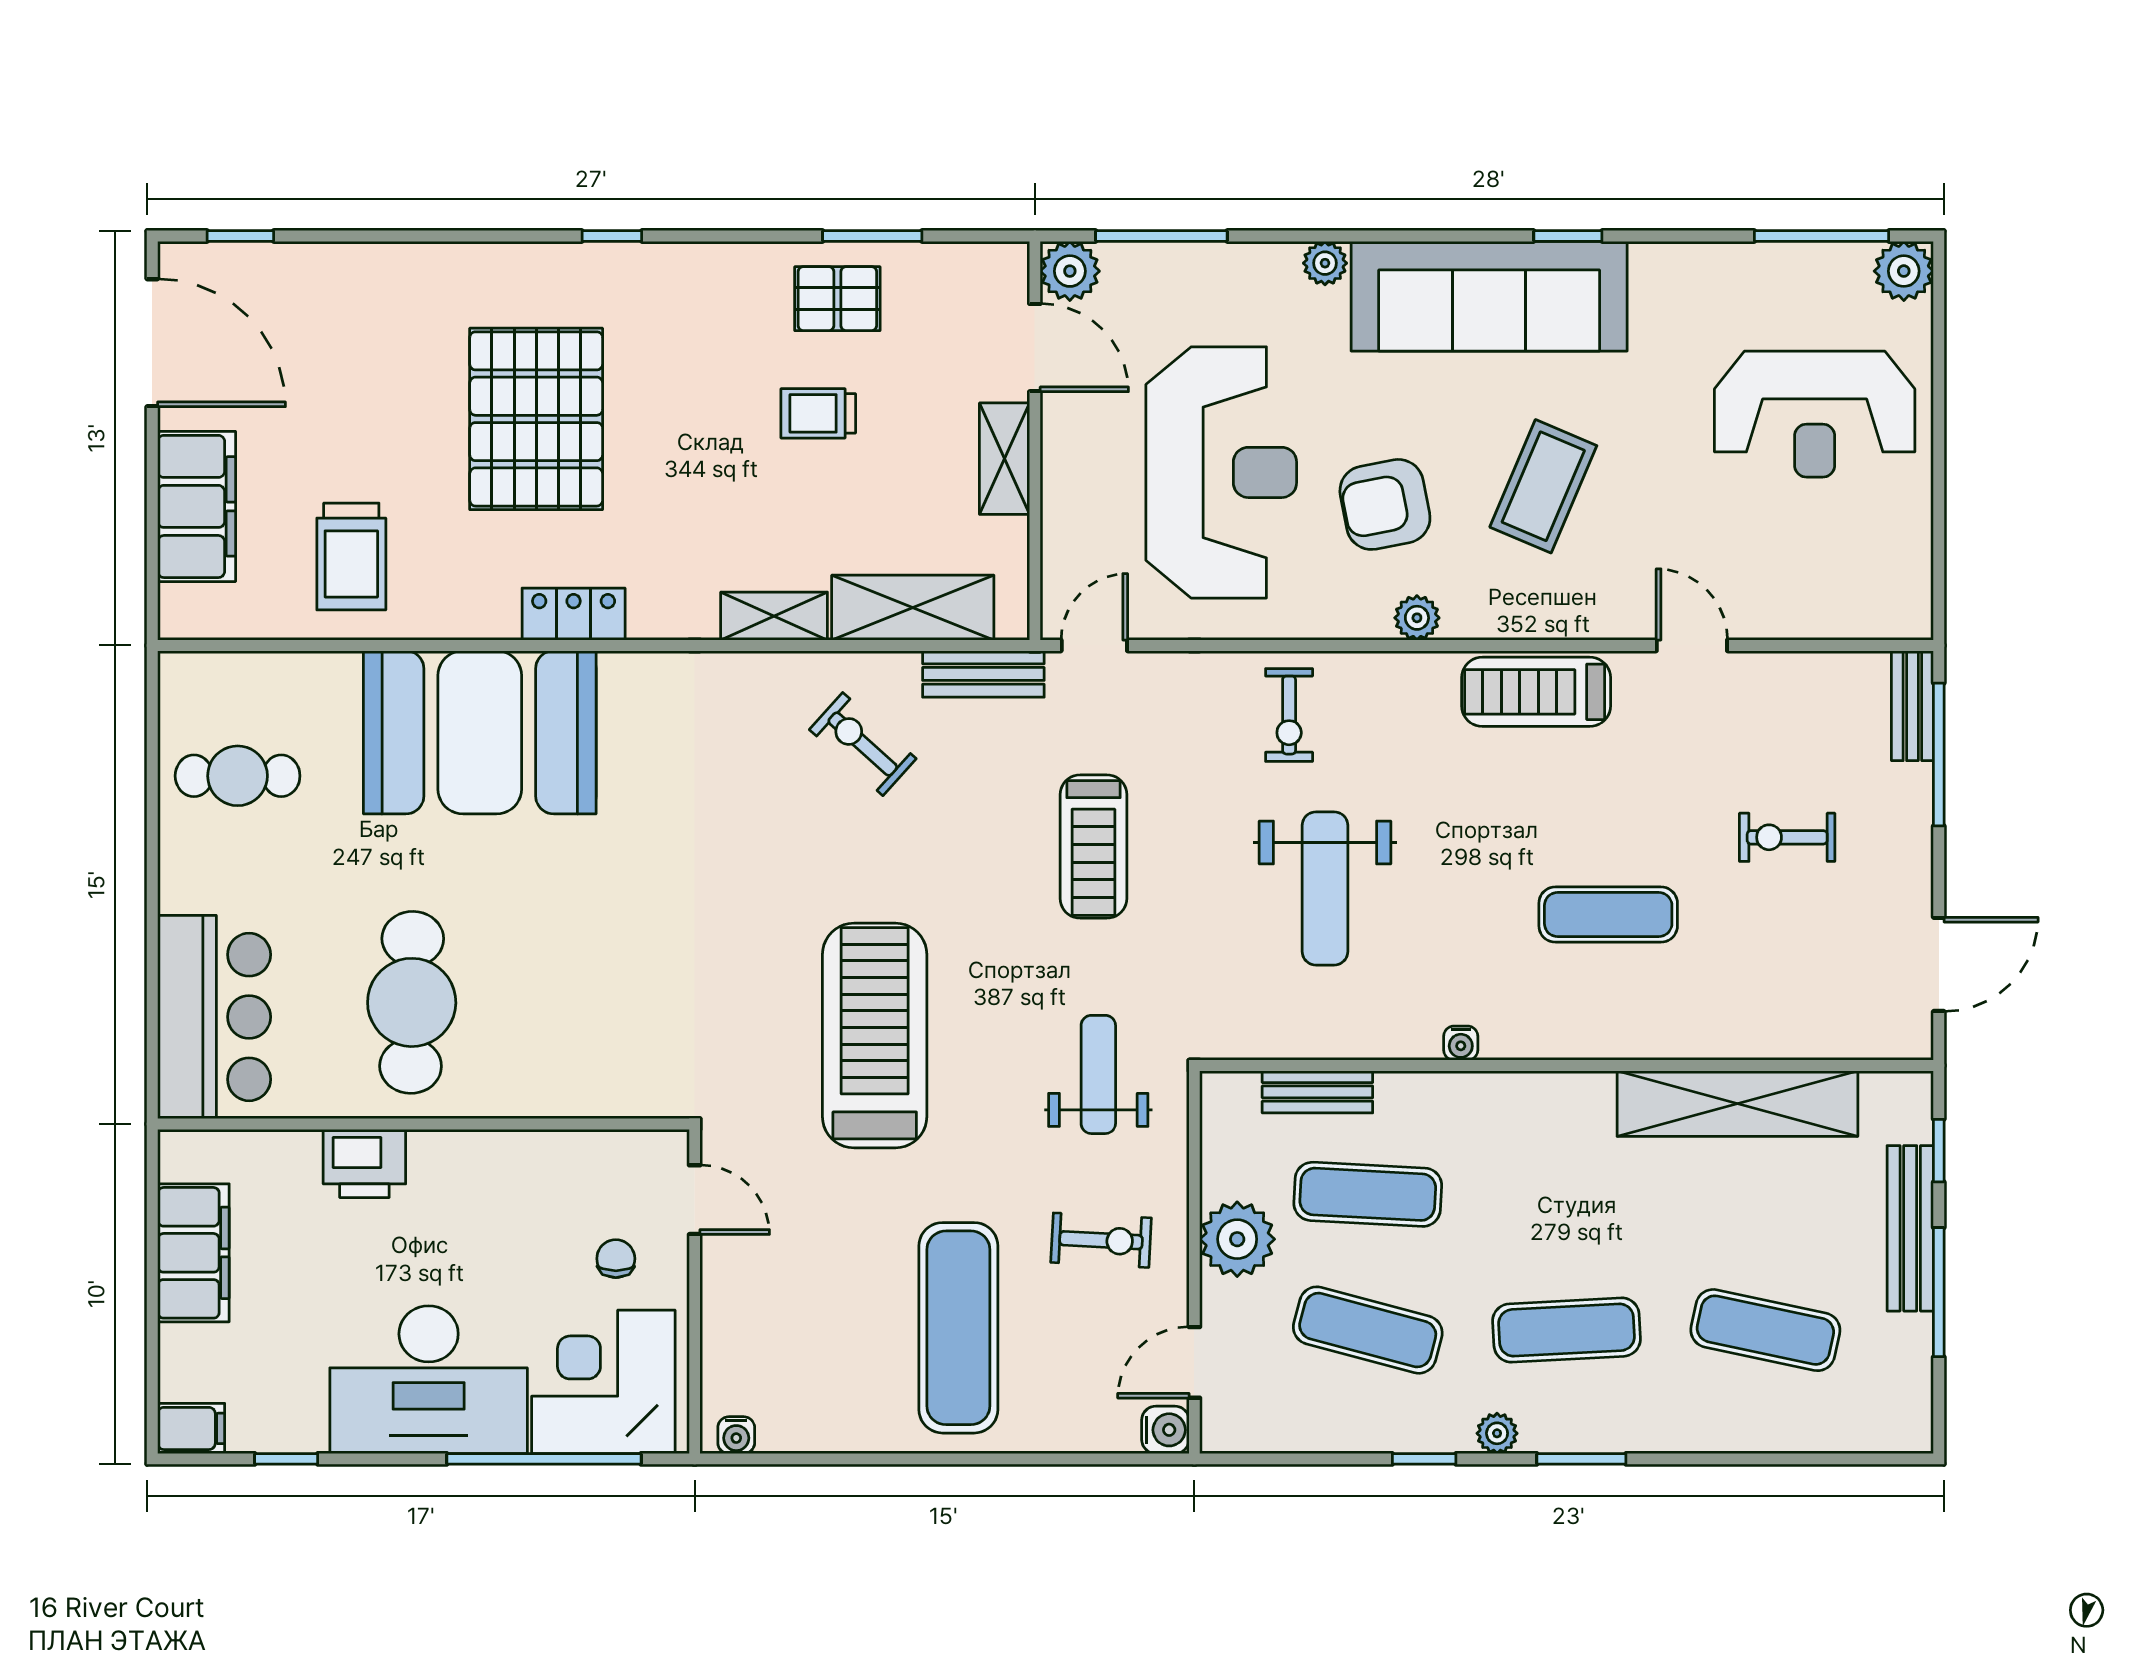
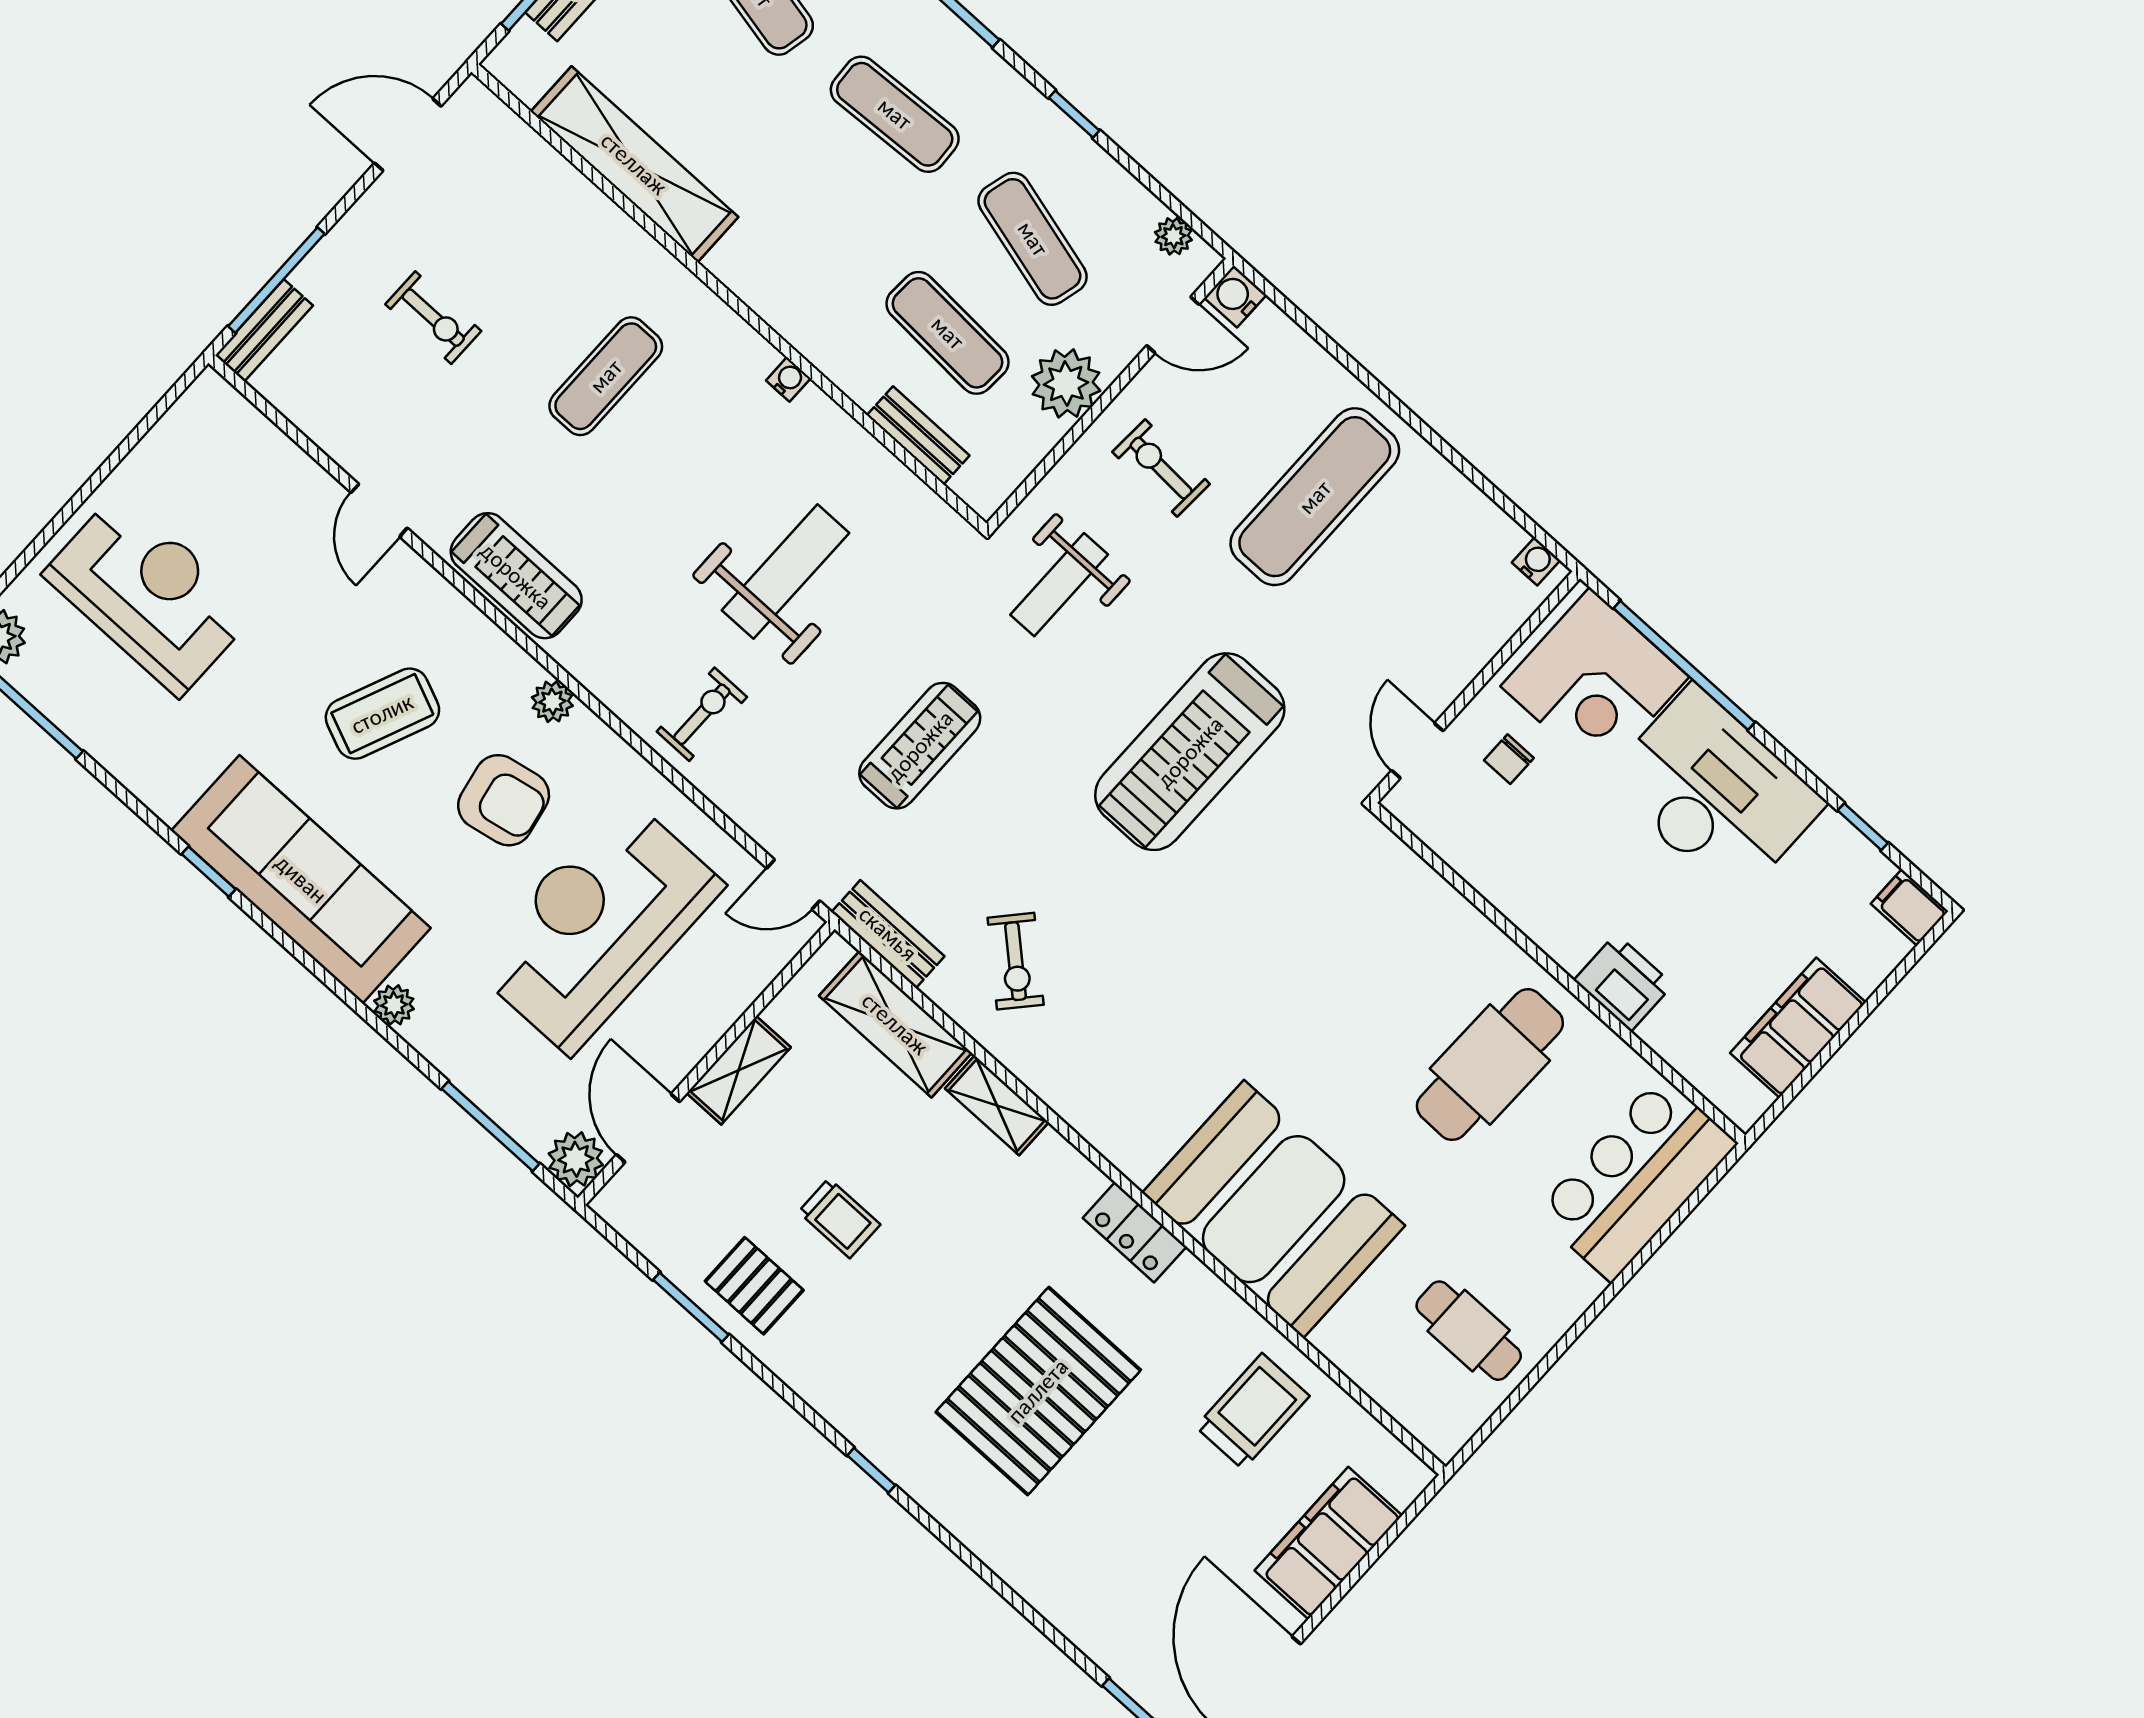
exercise mat: (1608, 915) -> (606, 376), turned 90
plant: (1497, 1433) -> (1173, 236), moved

